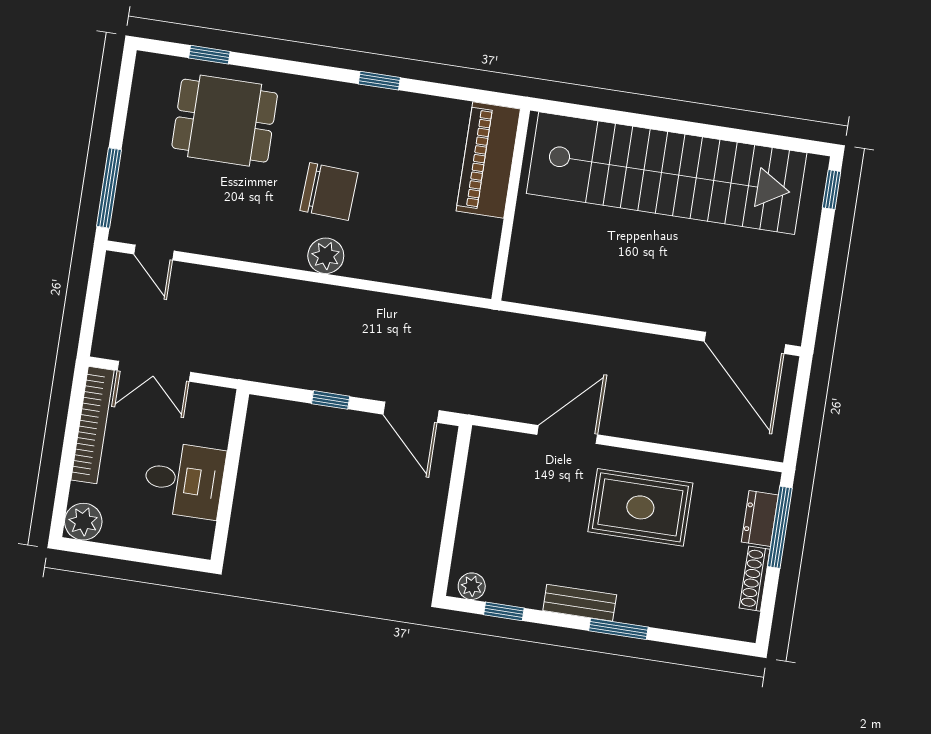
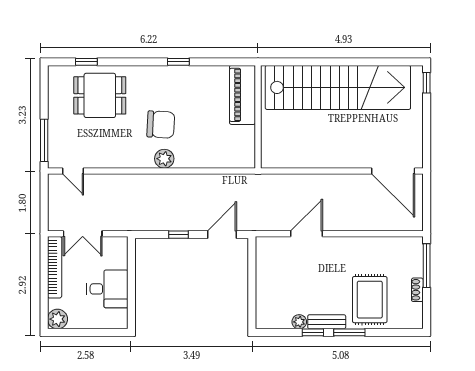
door: (411, 412) -> (222, 235), swing flipped
rug: (640, 507) -> (370, 300), moved, turned 90
dresser: (760, 518) -> (415, 263), removed
shoe rack: (755, 579) -> (417, 290), width x0.70
plant: (472, 586) -> (299, 322), moved
window: (504, 611) -> (313, 332), moved

